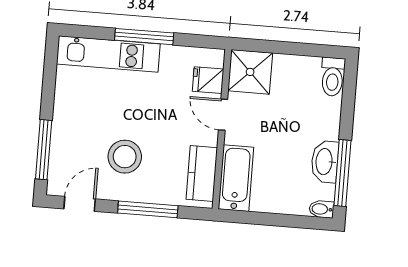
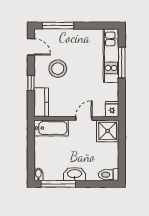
window: (144, 37) -> (122, 63), moved
fridge: (208, 80) -> (112, 109), moved
washbasin: (325, 162) -> (75, 174), moved
kitchen counter: (202, 173) -> (41, 102), moved, turned 90
window: (148, 209) -> (31, 83), width x0.46

